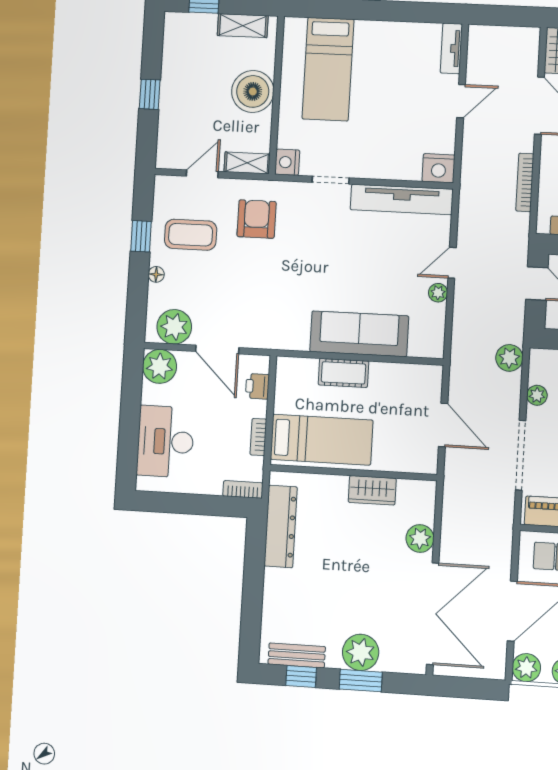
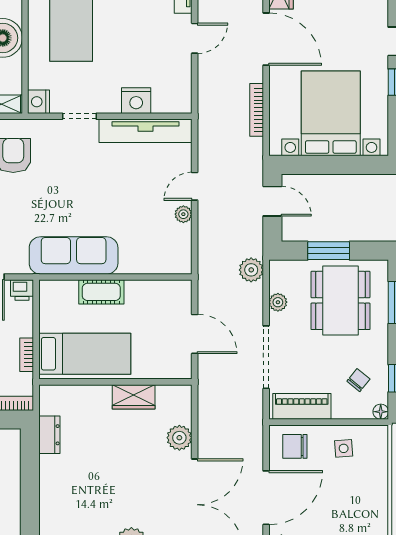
nightstand: (439, 168) -> (136, 101), moved
sofa: (359, 334) -> (74, 255), moved
printer: (257, 386) -> (22, 290), moved, turned -90
dresser: (281, 526) -> (49, 435), width x0.51, depth x0.80

